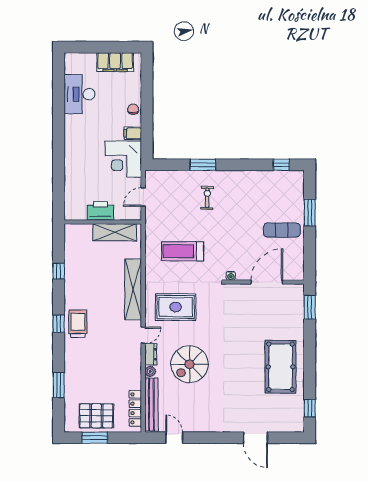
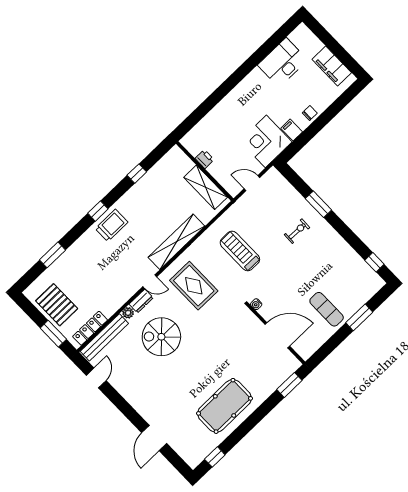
printer: (100, 211) -> (205, 159), width x0.53, depth x0.68
window: (95, 438) -> (53, 334), moved

